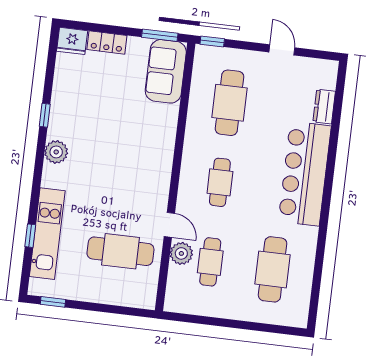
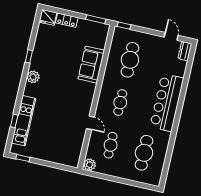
door: (282, 50) -> (171, 36), moved
sofa: (166, 71) -> (91, 65), moved
dresser: (324, 107) -> (185, 51), moved
cafe table: (120, 251) -> (62, 134), removed
plant: (181, 253) -> (89, 165), moved

